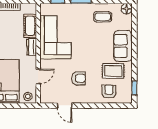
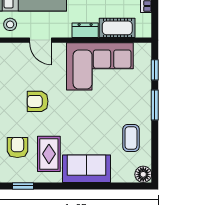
armchair: (79, 78) -> (38, 101), turned 90
armchair: (109, 92) -> (17, 147), turned -90

